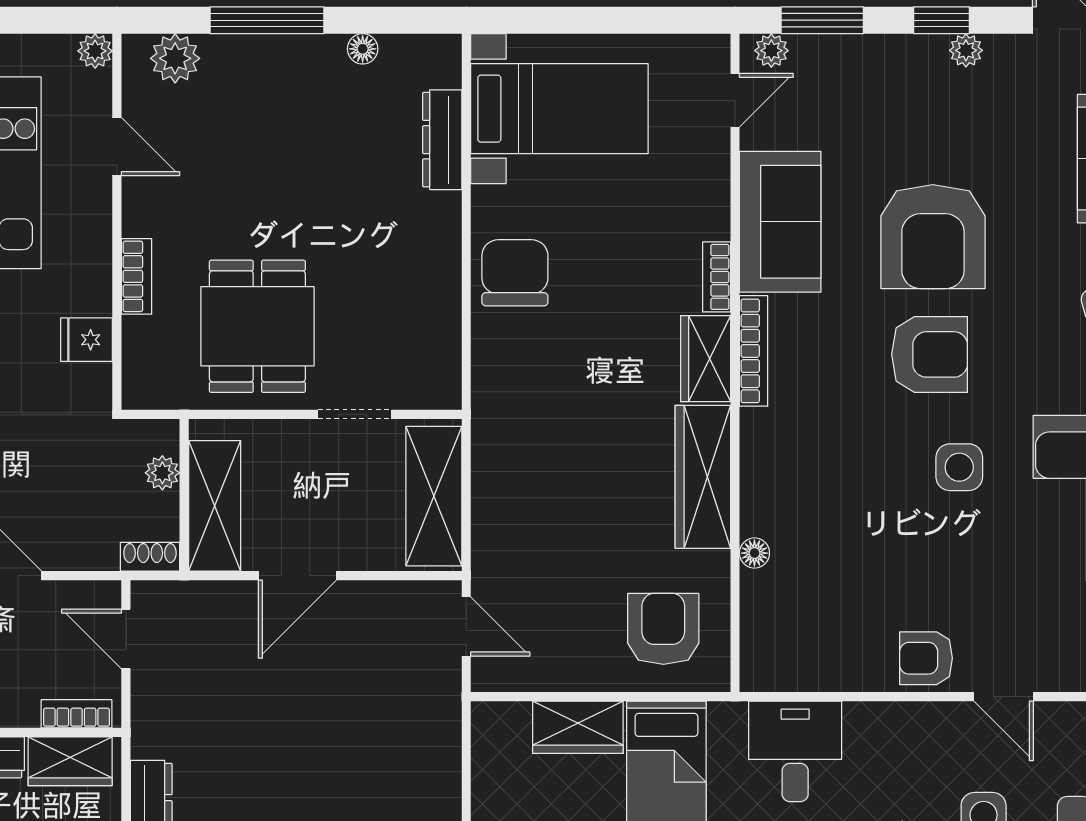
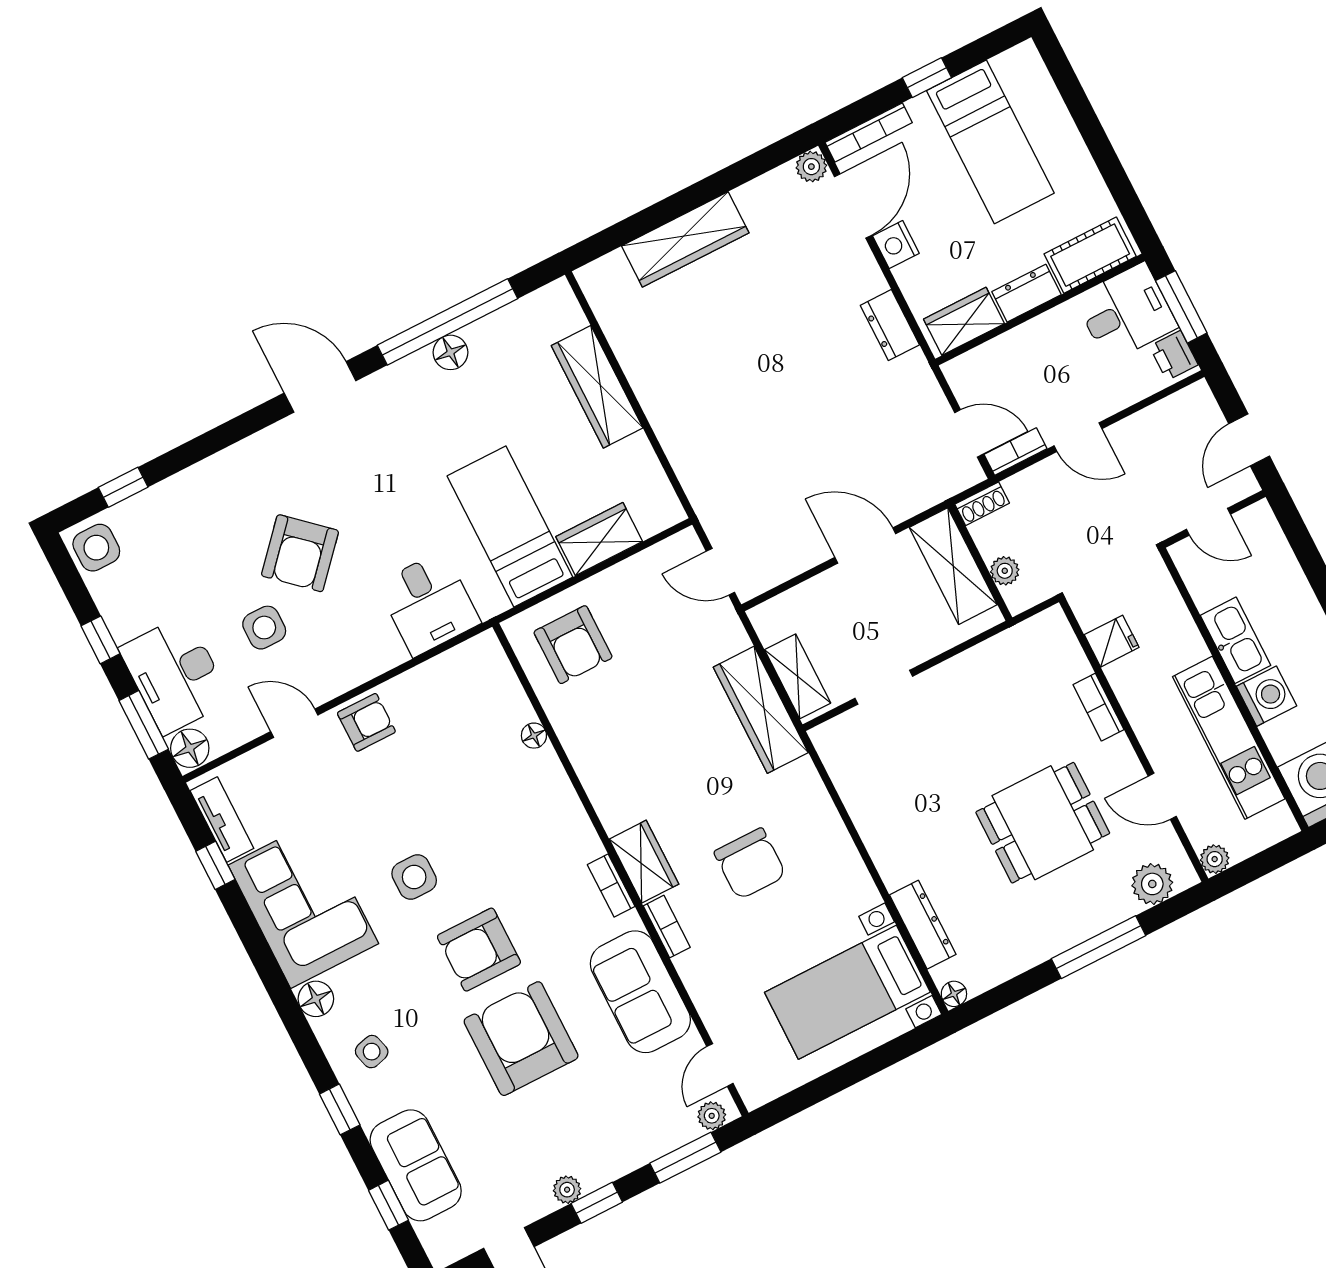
floor lamp: (363, 49) -> (954, 994), moved
chair: (515, 273) -> (750, 864), moved
dining table: (257, 326) -> (1043, 823), moved, turned 90
bookcase: (754, 351) -> (611, 886), width x0.64
wardrobe: (703, 477) -> (761, 710), moved, turned 180
shelving: (434, 496) -> (798, 676), width x0.67, depth x0.75
door: (297, 576) -> (865, 546), hinge flipped
bookcase: (76, 714) -> (1015, 452), moved, turned 180

